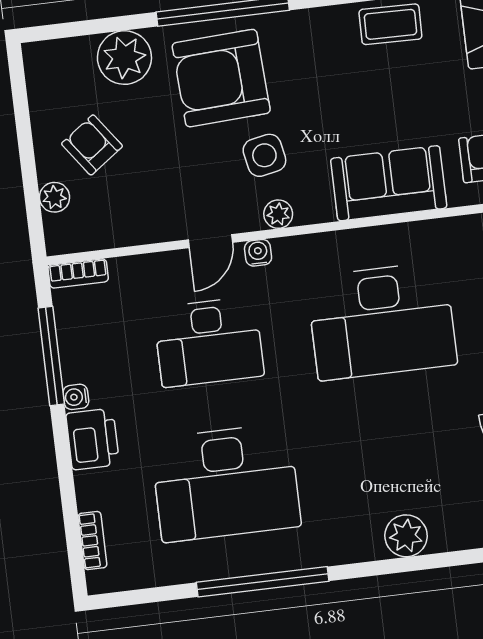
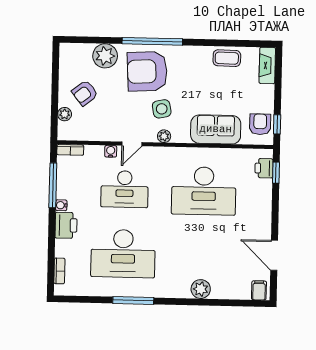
armchair: (92, 145) -> (85, 93), turned -92
water cooler: (258, 253) -> (111, 151), moved
window: (263, 582) -> (133, 300), width x0.68

